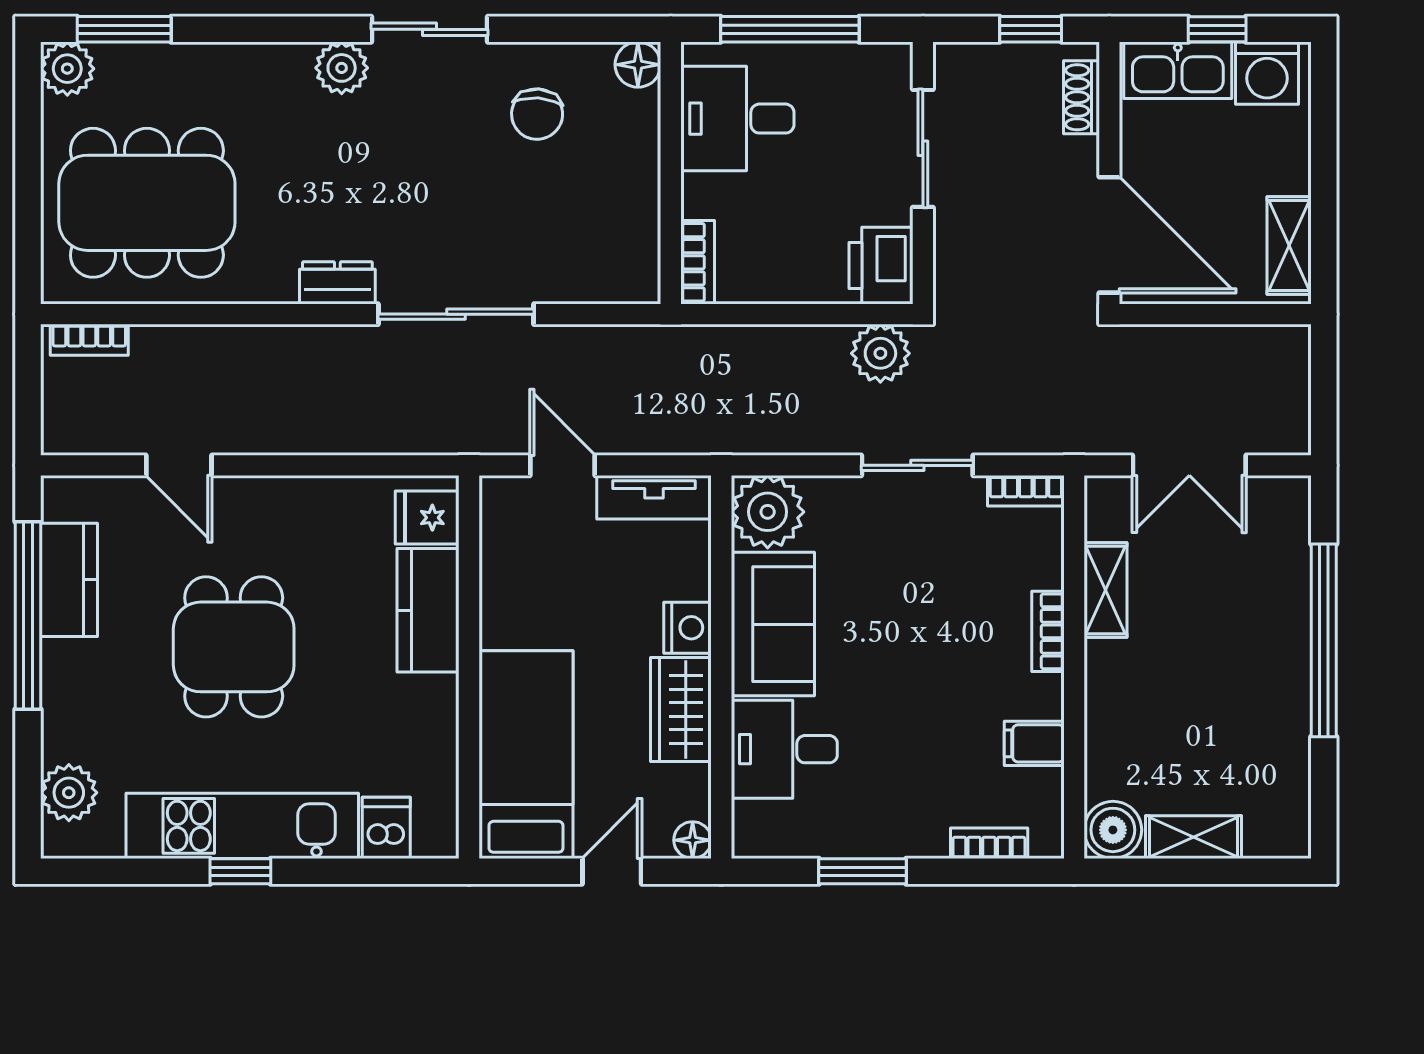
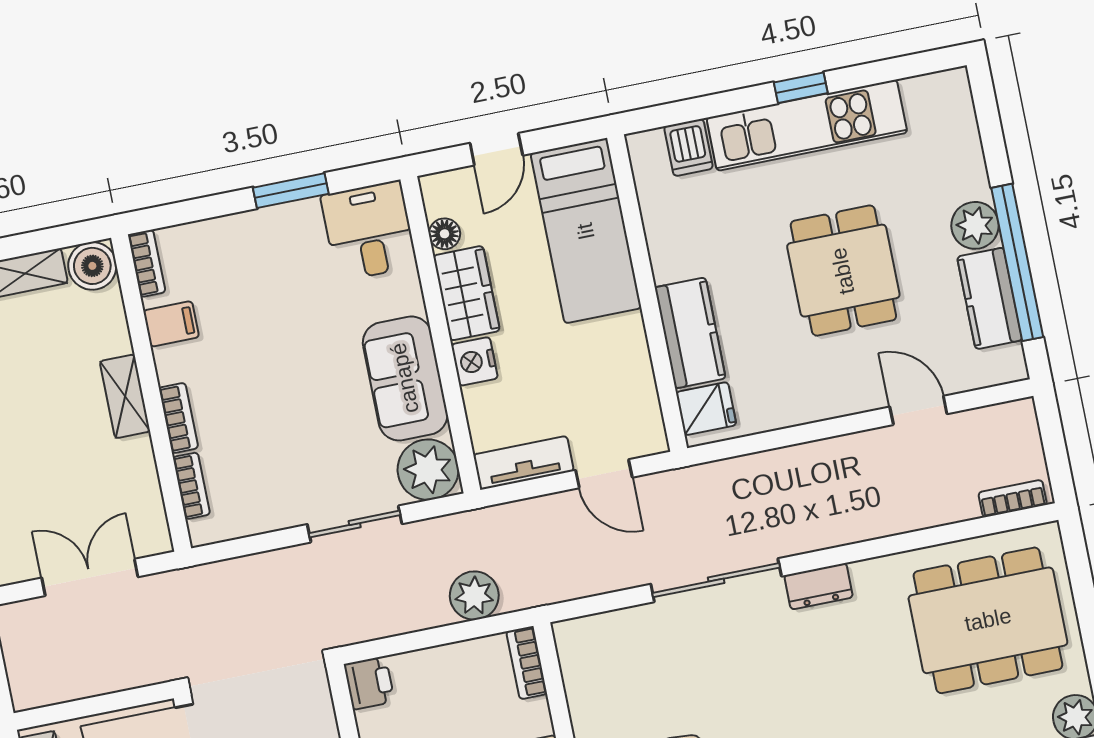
printer: (881, 266) -> (369, 683), width x0.73, depth x0.81
plant: (880, 353) -> (474, 596), moved
sliding door: (917, 465) -> (355, 524), moved
bookcase: (1026, 491) -> (191, 486), moved, turned 90
shelving: (1105, 590) -> (125, 396), moved
desk: (784, 749) -> (369, 231), moved, turned -90
plant: (69, 793) -> (975, 225), moved
floor lamp: (693, 840) -> (445, 234), moved
bookcase: (989, 843) -> (147, 263), moved, turned -90

